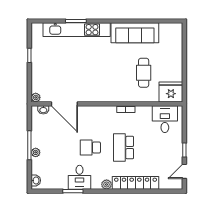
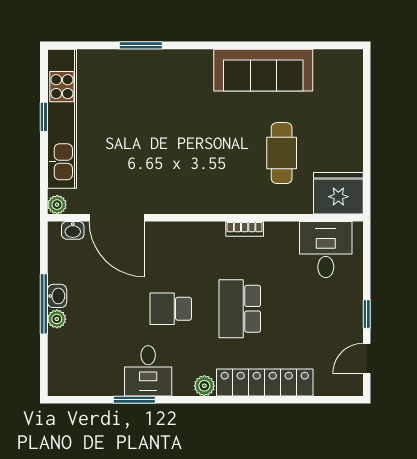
kitchen unit: (77, 30) -> (62, 119), moved, turned -90
washbasin: (36, 180) -> (57, 296), moved

